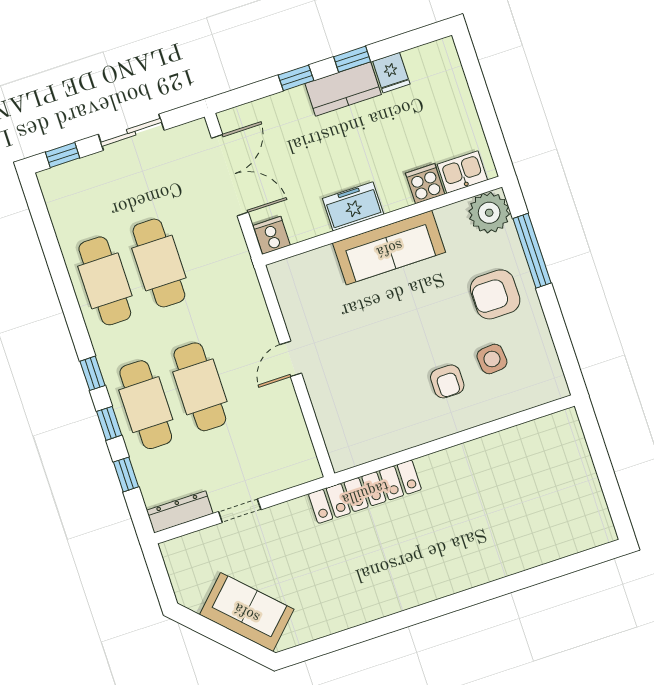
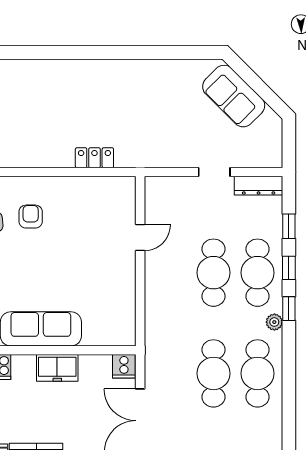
plant: (105, 351) -> (274, 322), added
door: (291, 359) -> (140, 238), moved
locker: (365, 492) -> (94, 158), width x0.46, depth x0.83

